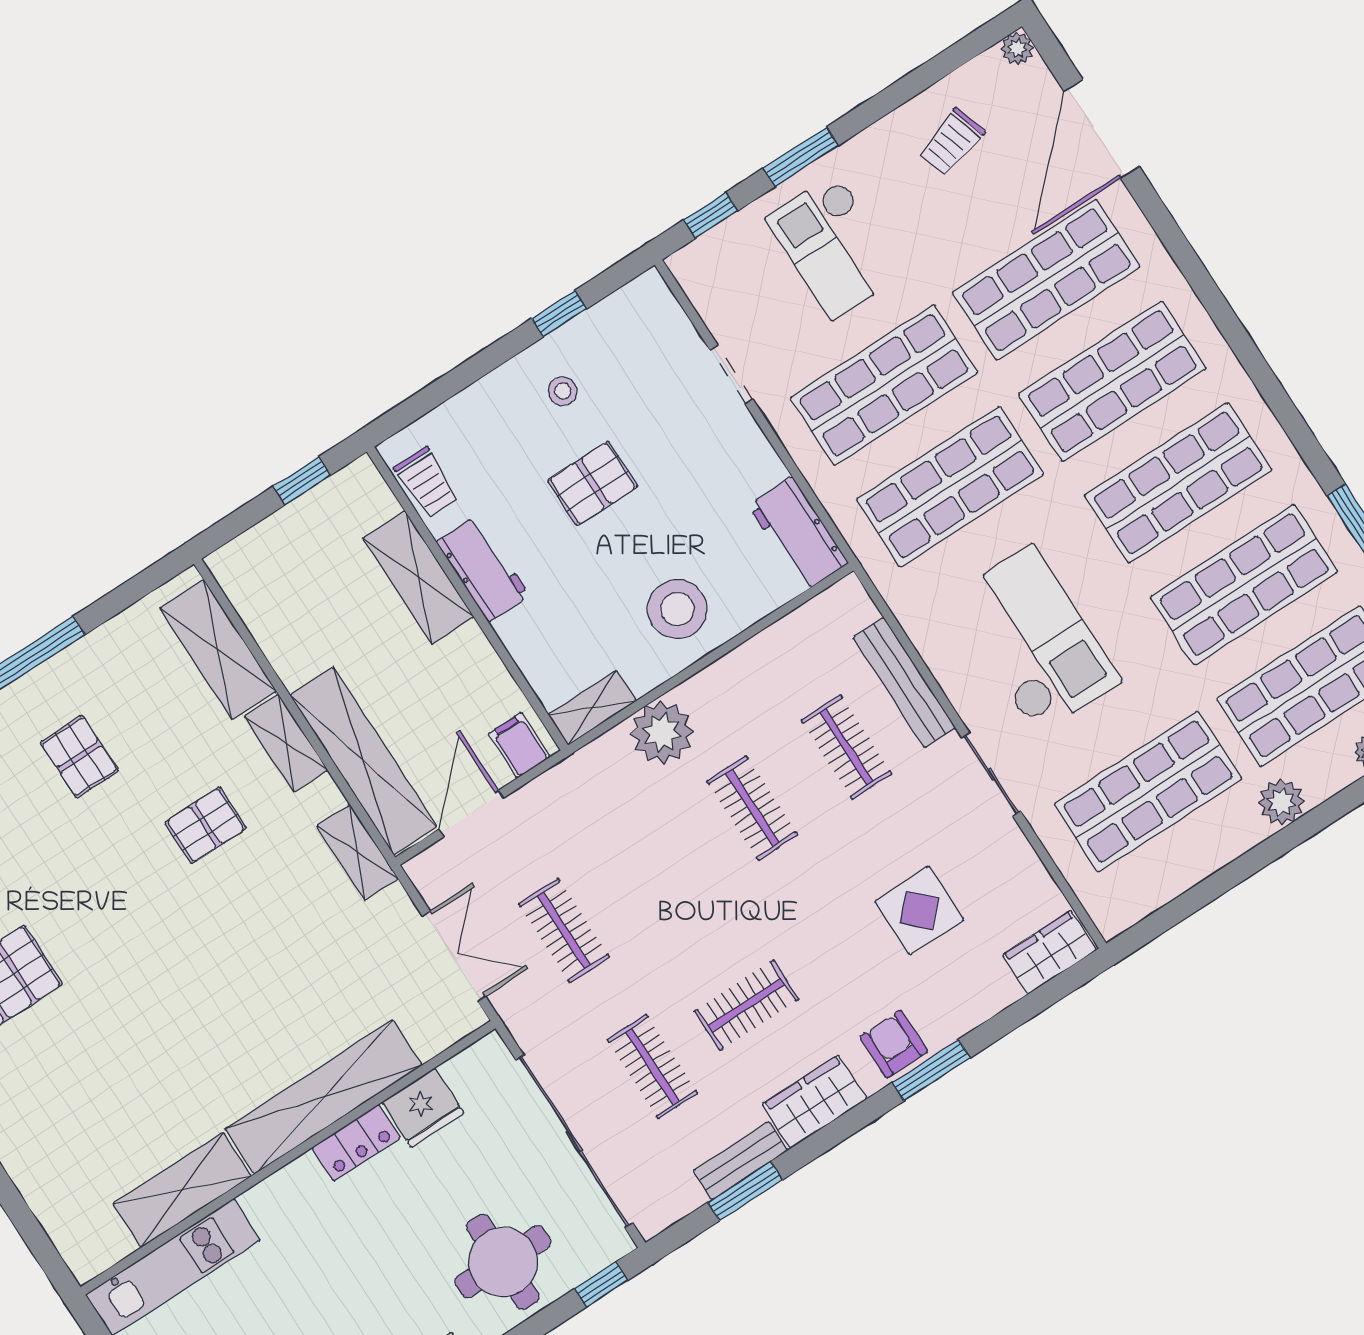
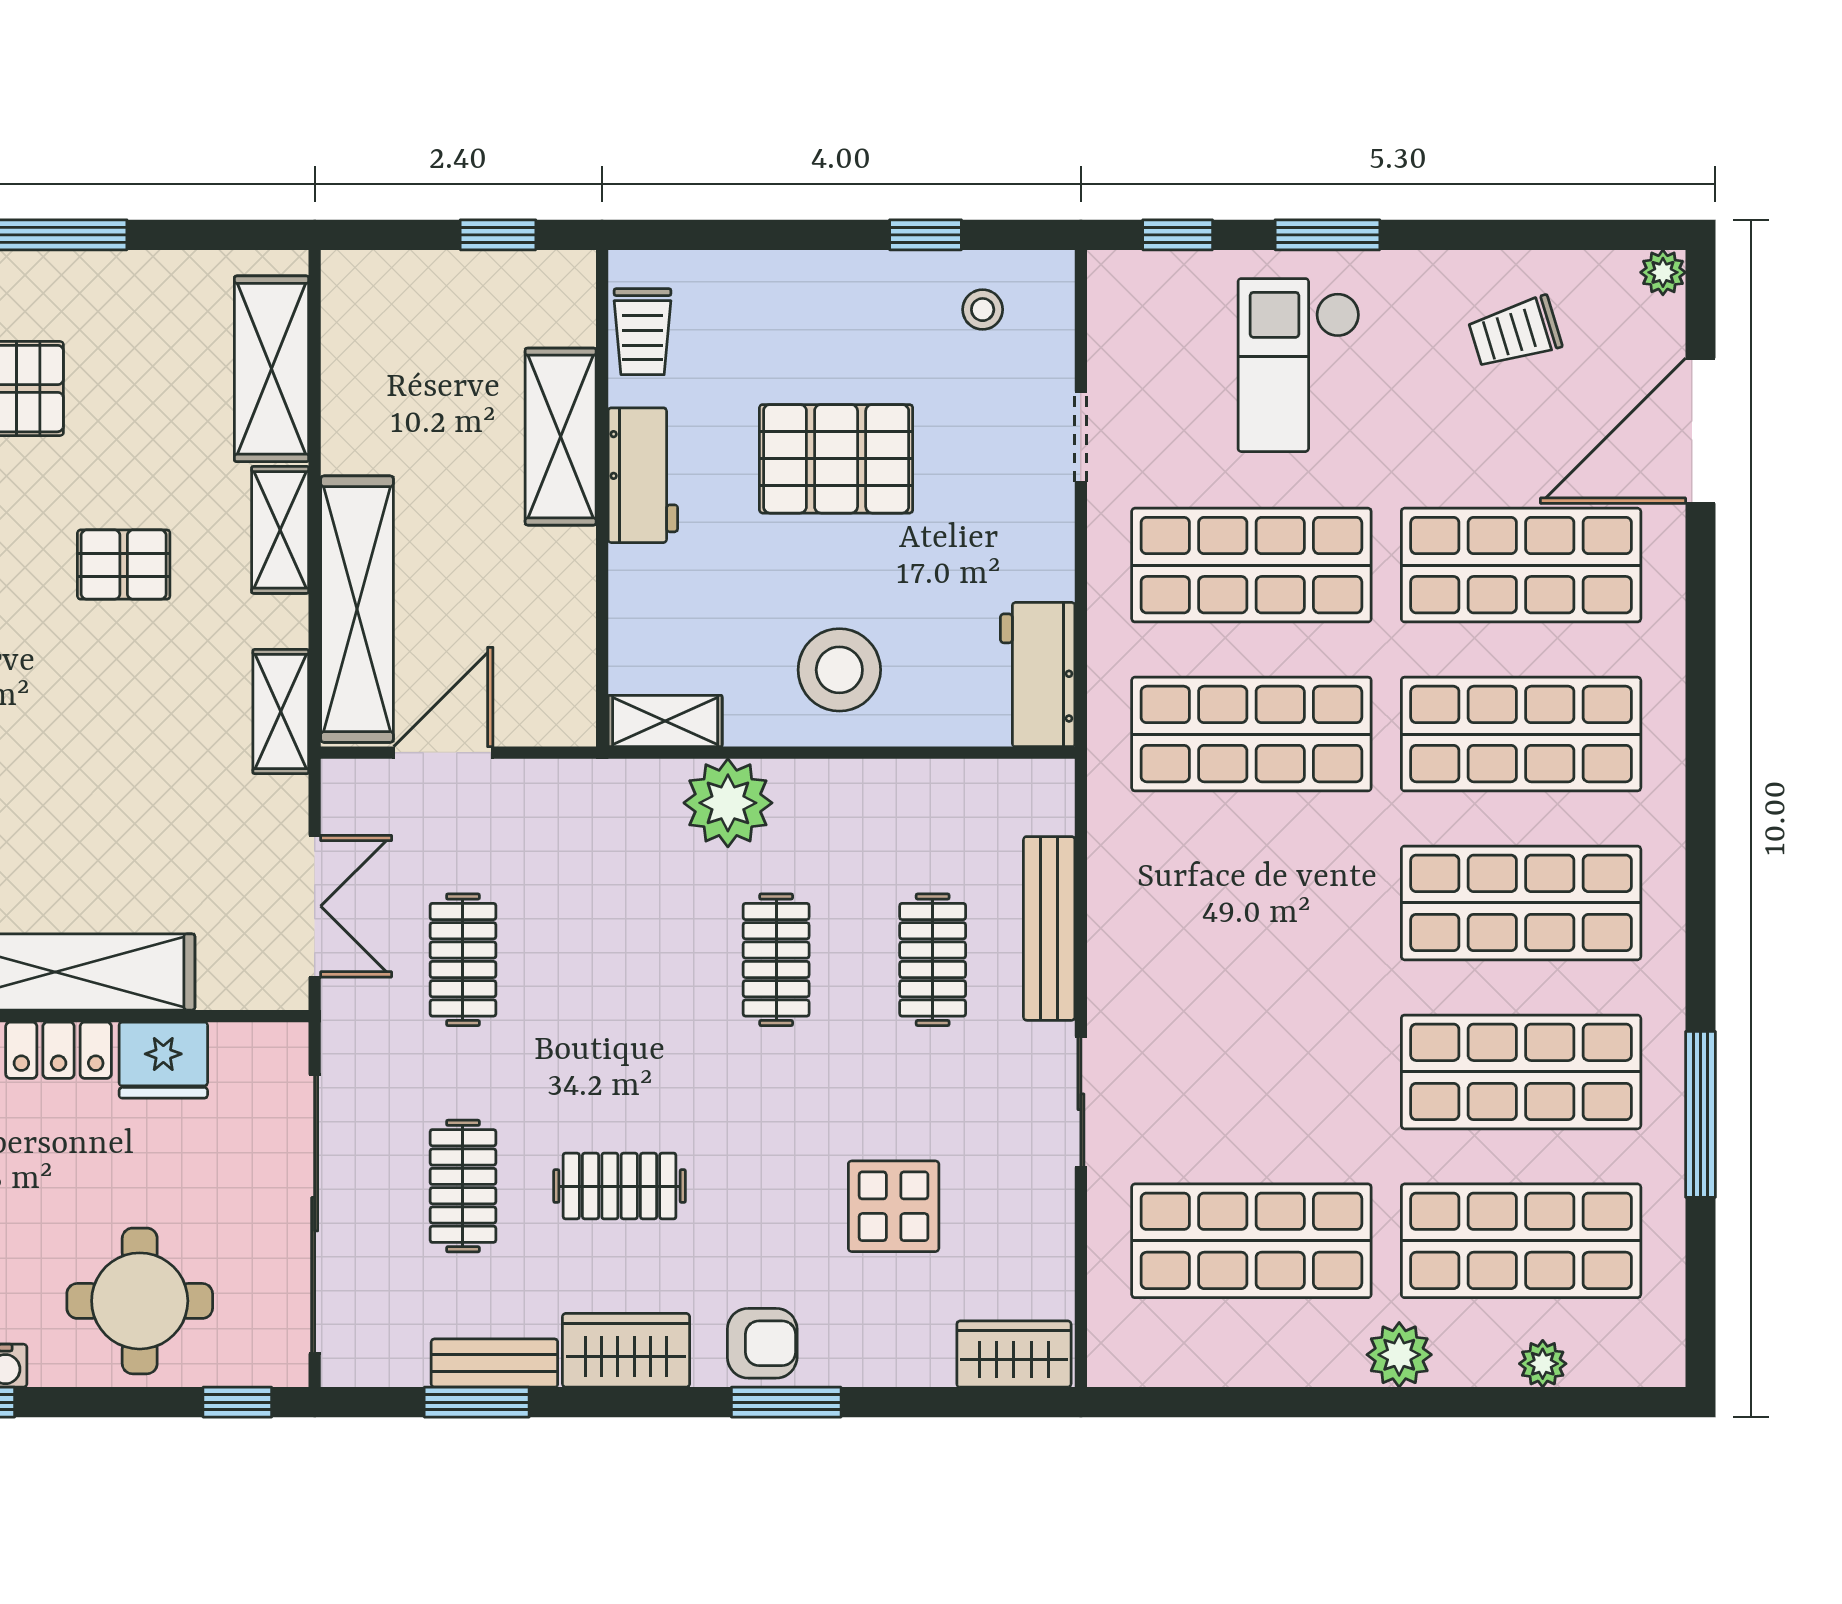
stool: (563, 391) -> (983, 310), moved
pallet: (593, 483) -> (836, 459), width x1.50, depth x1.42
checkout: (1034, 640) -> (1234, 977), removed
filing cabinet: (519, 745) -> (551, 709), removed
armchair: (894, 1044) -> (762, 1343), turned 90

